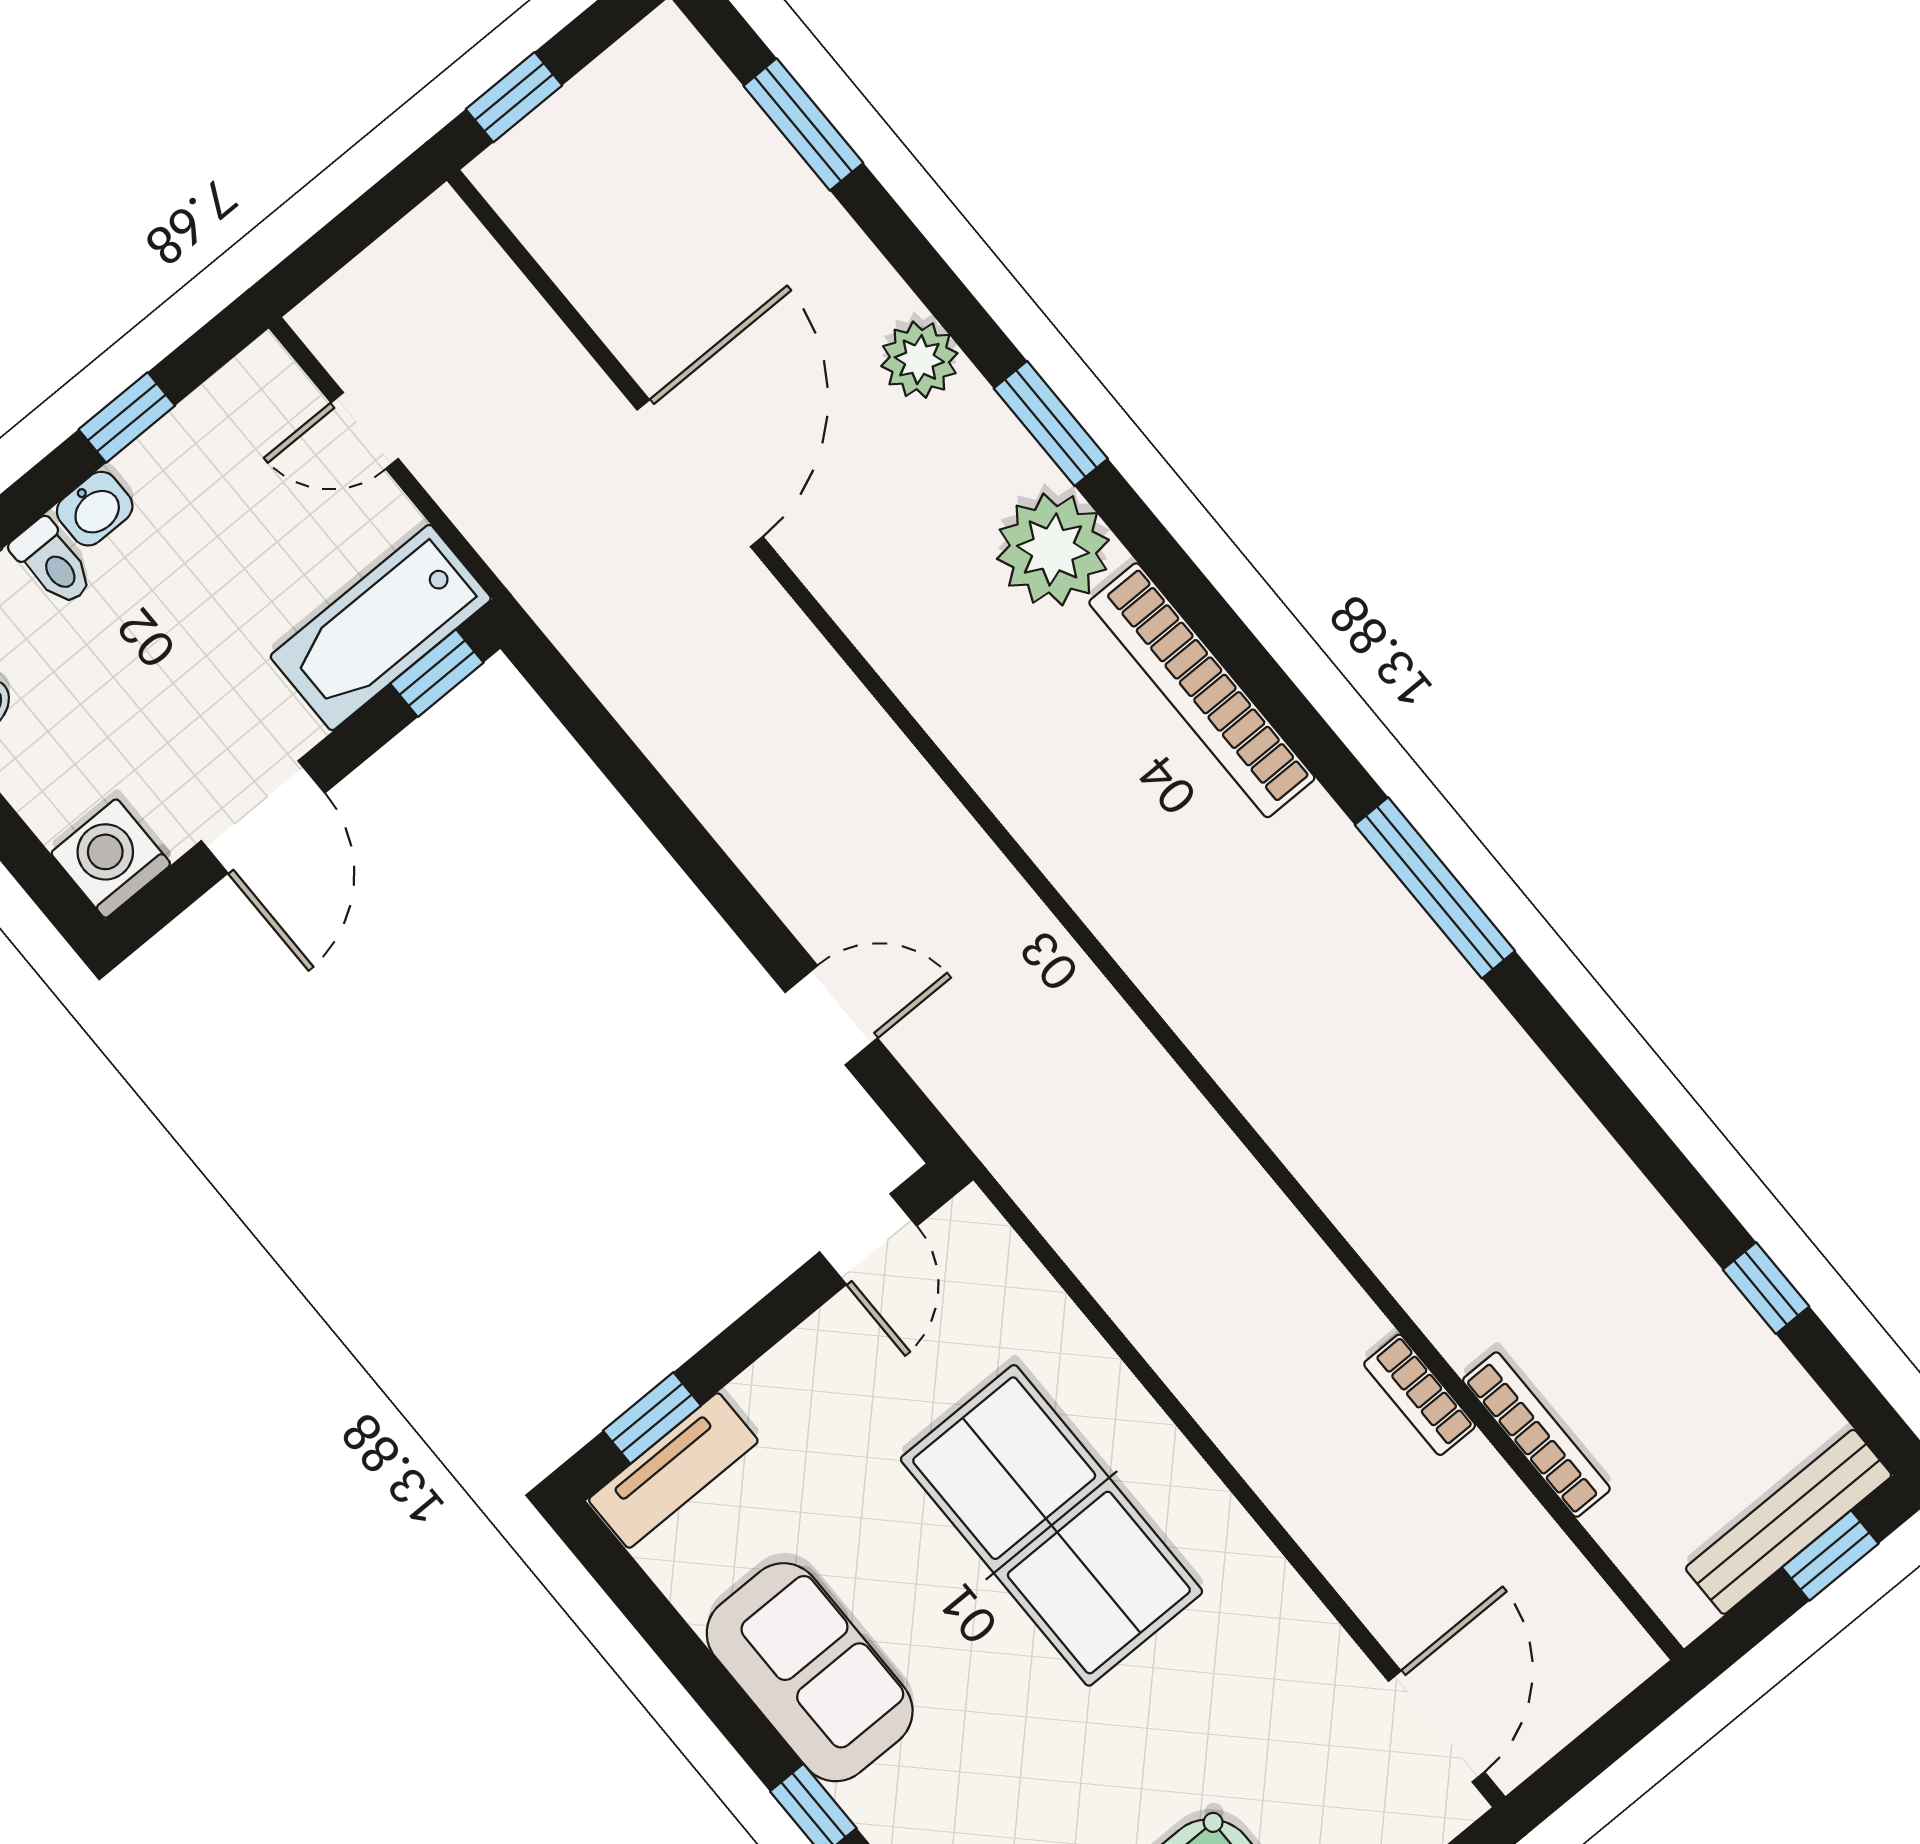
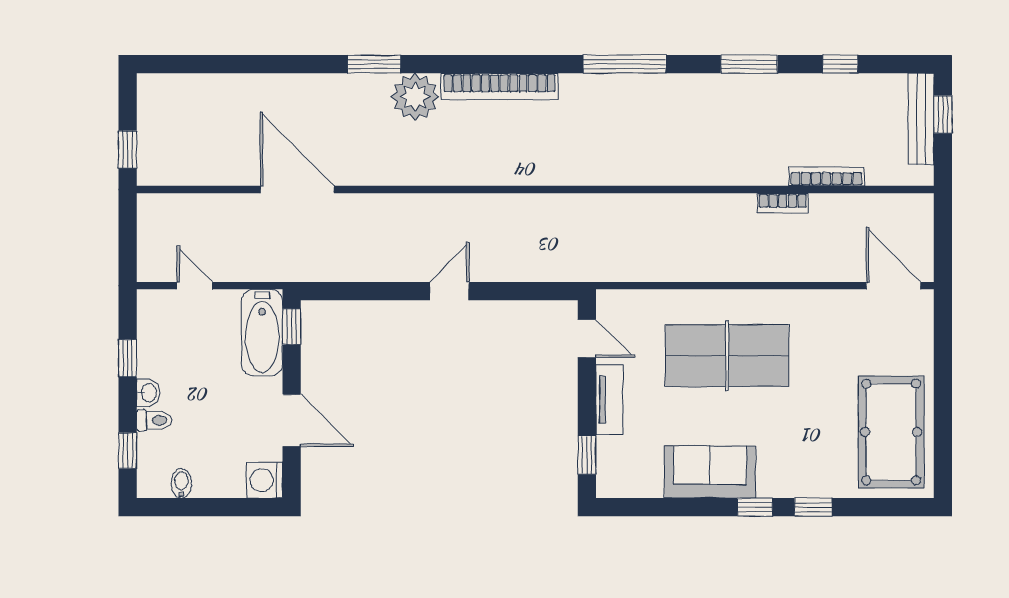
window: (803, 124) -> (749, 64), moved
plant: (919, 360) -> (319, 89), removed
door: (365, 431) -> (195, 286), swing flipped
door: (831, 1015) -> (449, 291), moved
tv unit: (673, 1470) -> (609, 400), moved

